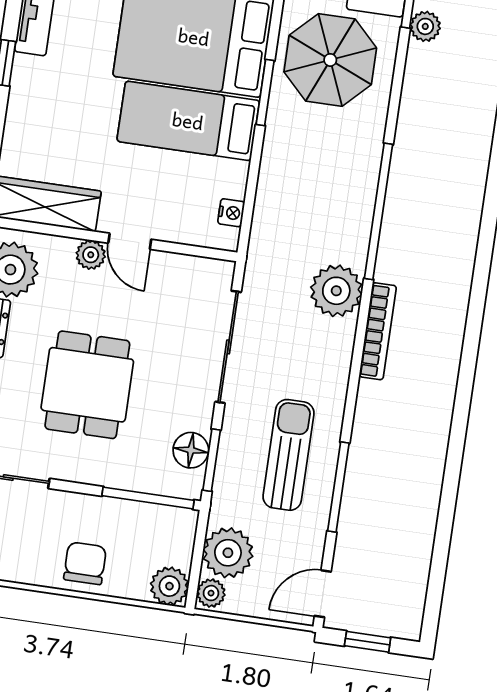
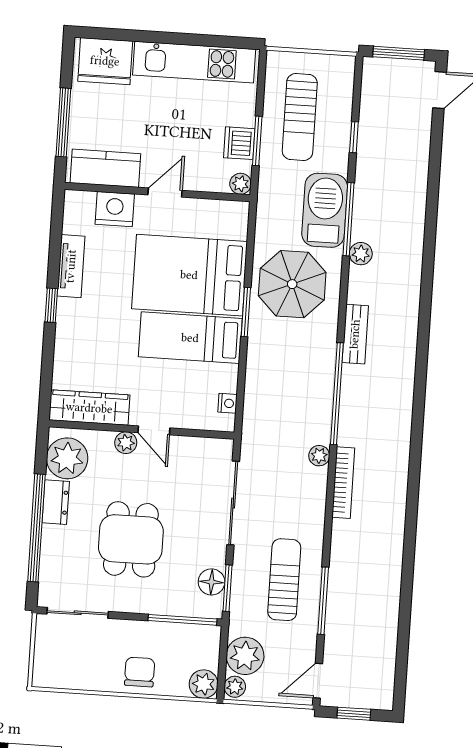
bench: (409, 134) -> (355, 334), added
plant: (336, 291) -> (319, 456), width x0.53, depth x0.53

